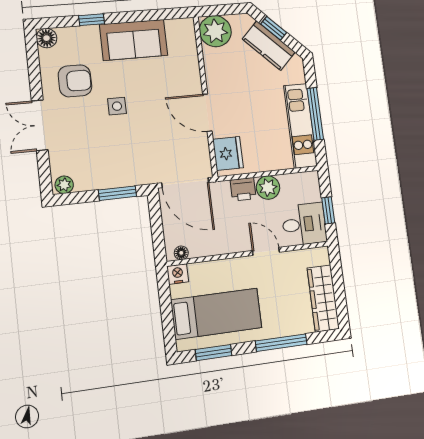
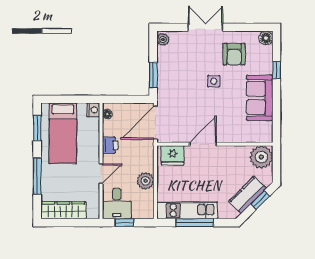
printer: (243, 189) -> (110, 145), moved, turned 180

